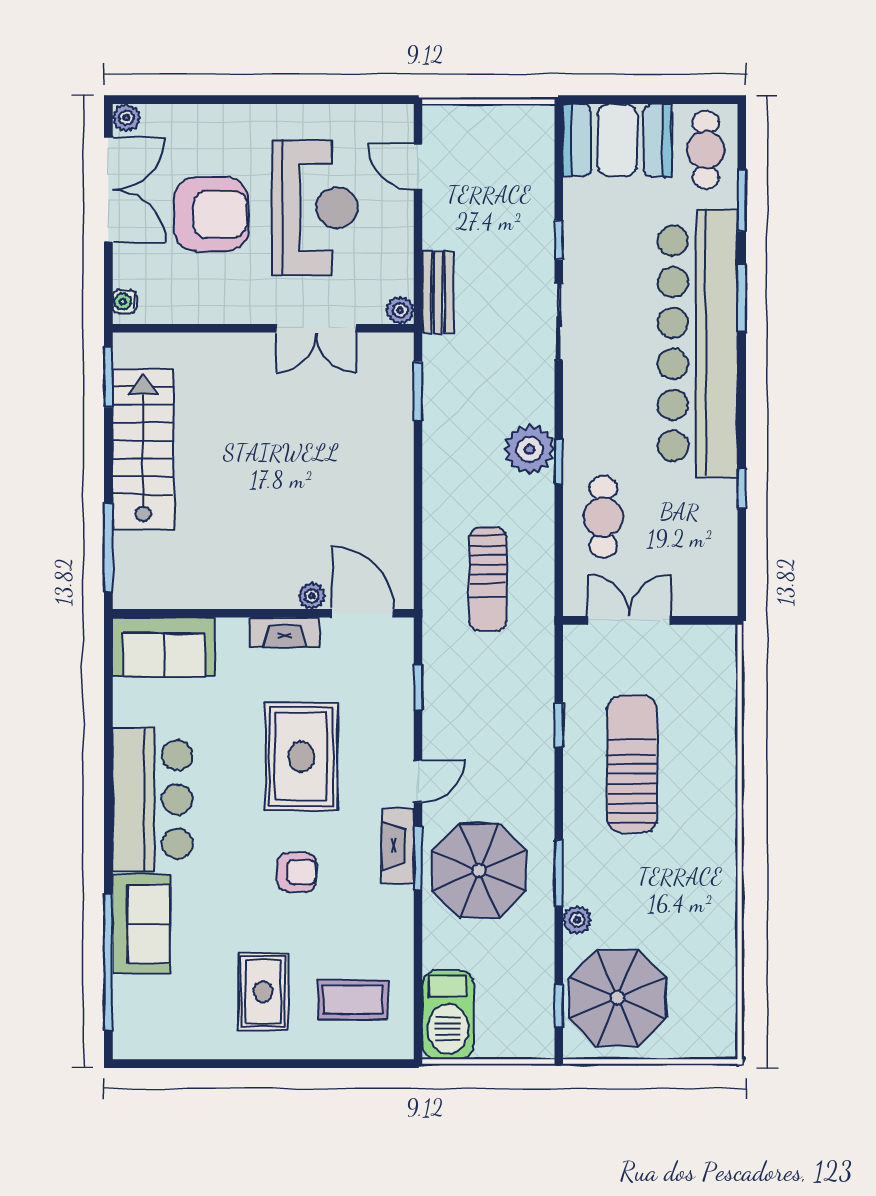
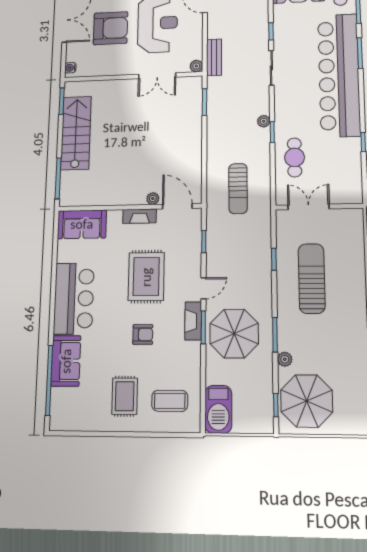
plant: (530, 449) -> (264, 121), width x0.53, depth x0.53

